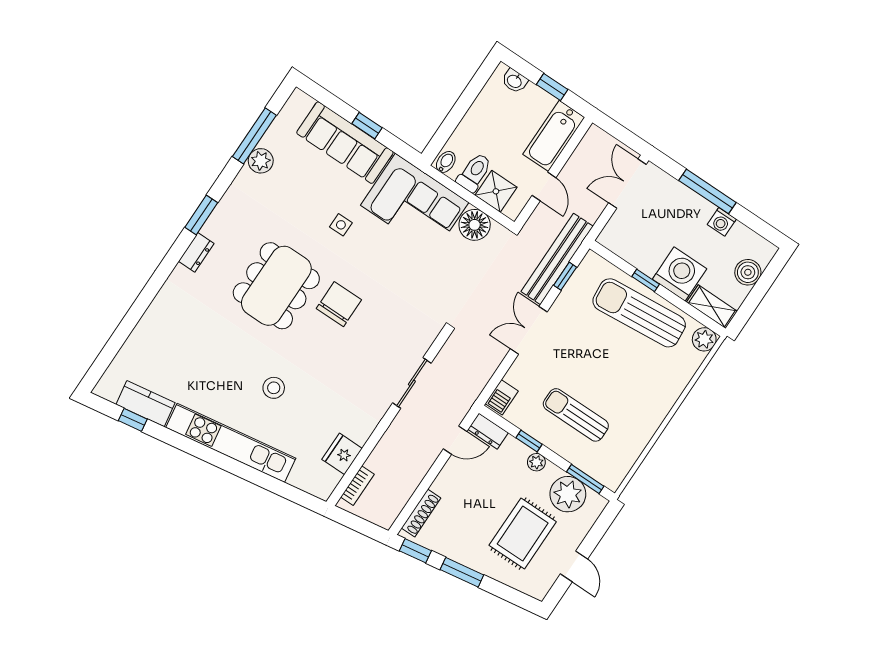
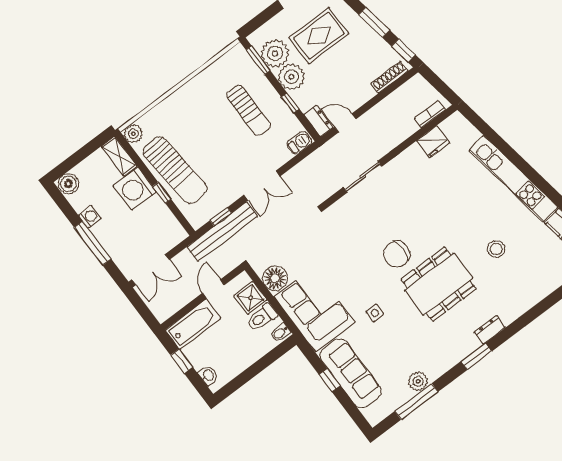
boiler: (748, 272) -> (68, 184), moved
stool: (274, 388) -> (496, 249), moved
plant: (536, 462) -> (291, 77), width x1.88, depth x1.88

